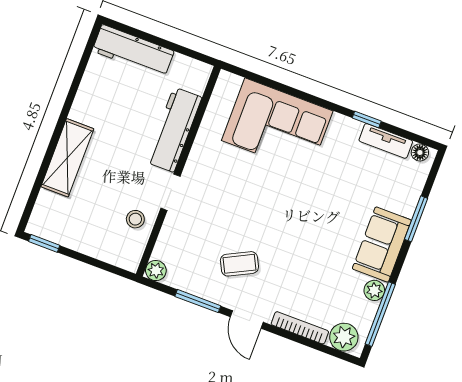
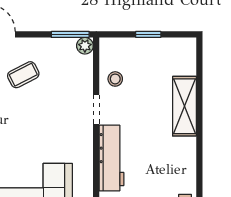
window: (44, 243) -> (148, 34), moved
window: (198, 301) -> (70, 34), moved

